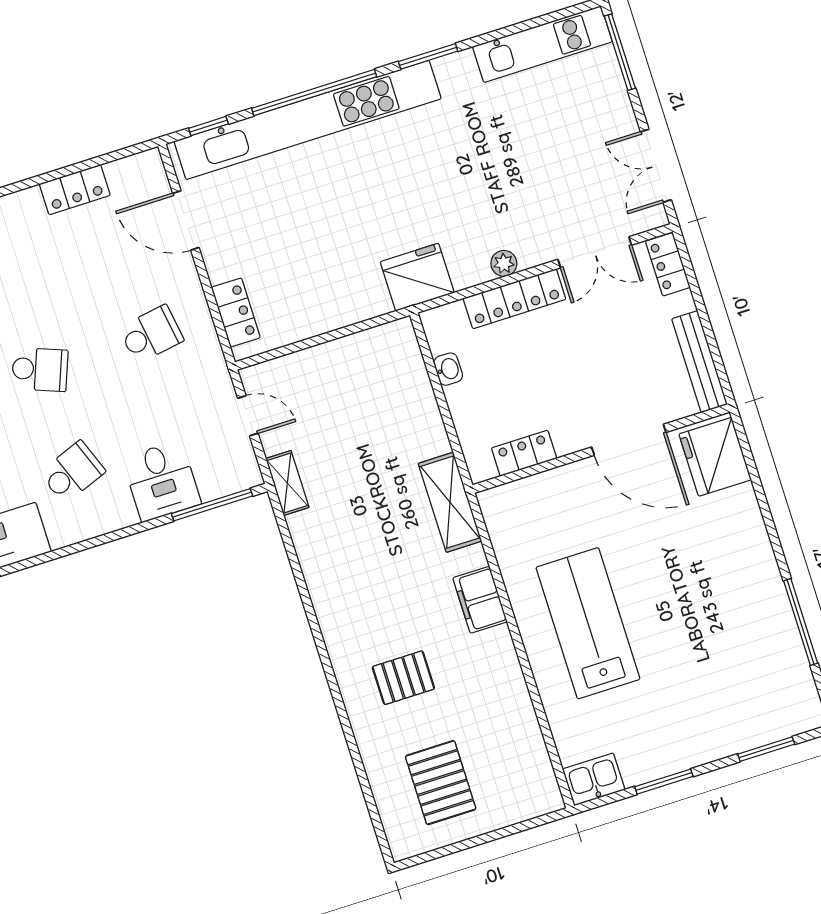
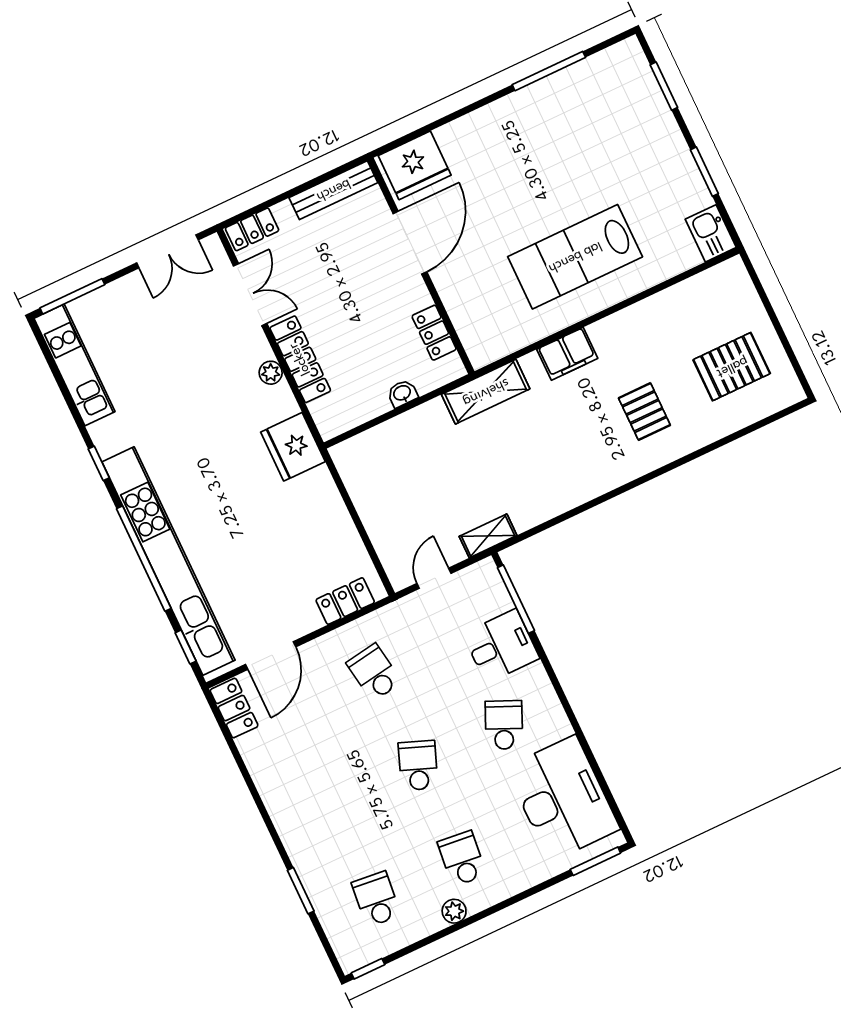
window: (428, 56) -> (99, 463), width x0.67
locker: (75, 190) -> (234, 708), moved
washbasin: (448, 369) -> (402, 393), moved
school desk: (72, 472) -> (504, 725), turned 45

